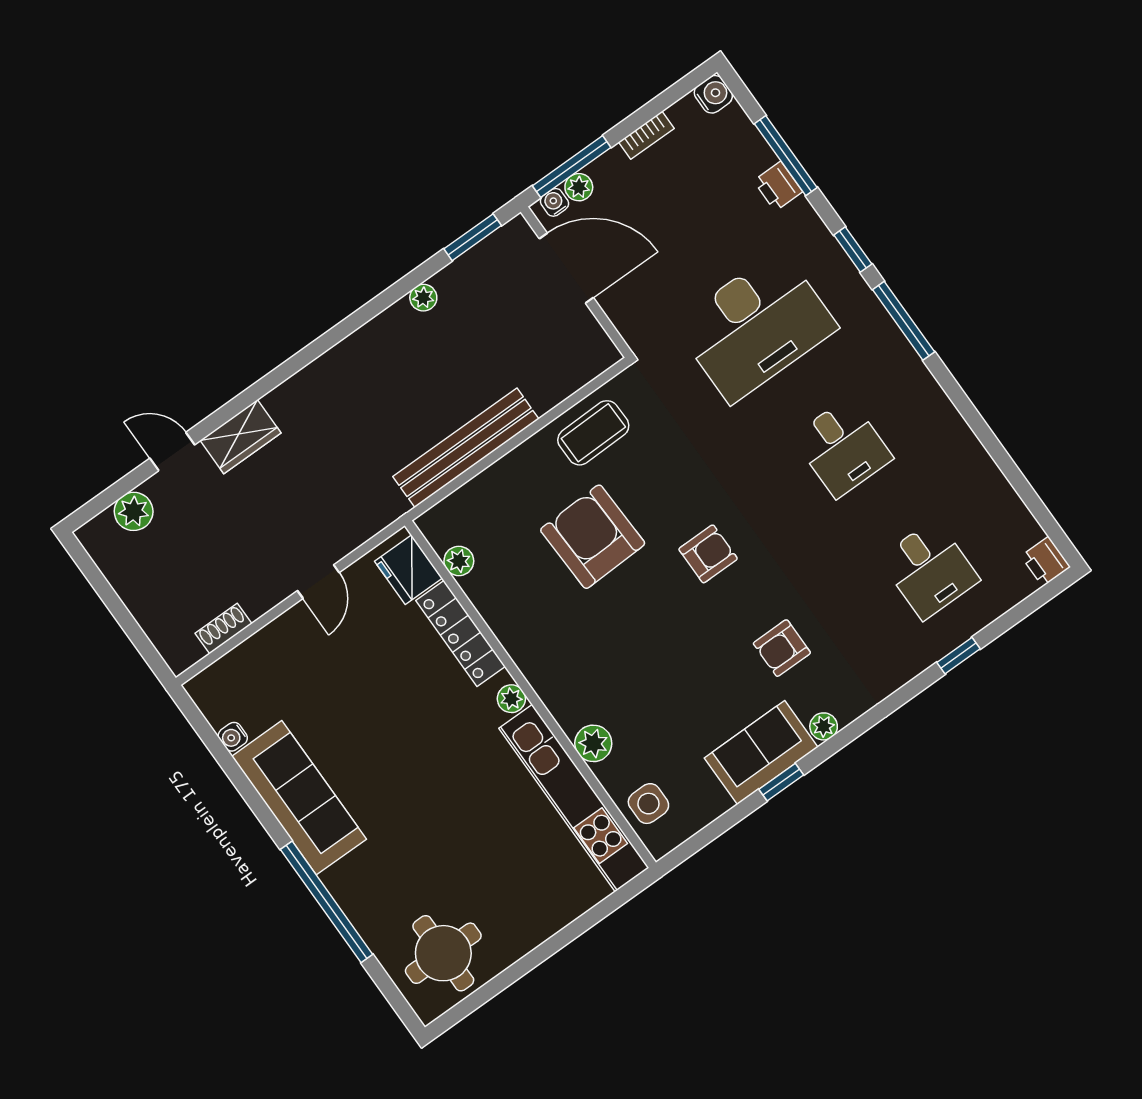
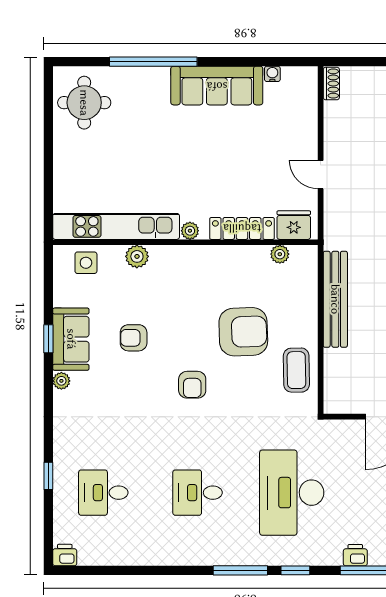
shoe rack: (224, 629) -> (331, 83), moved
armchair: (782, 648) -> (134, 338), moved, turned -90

